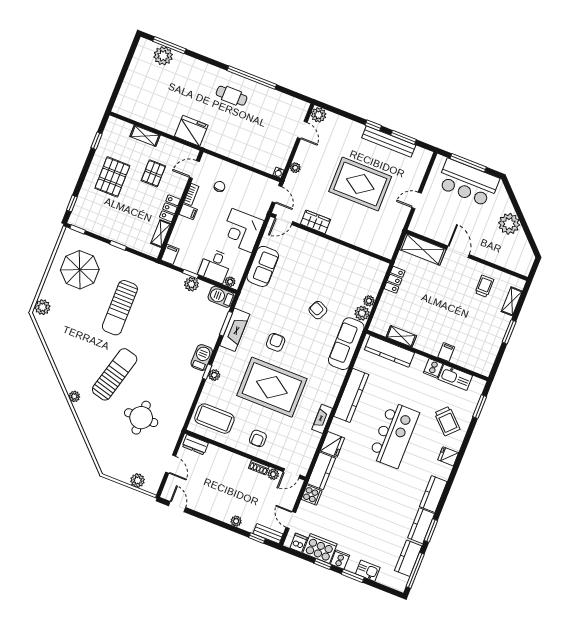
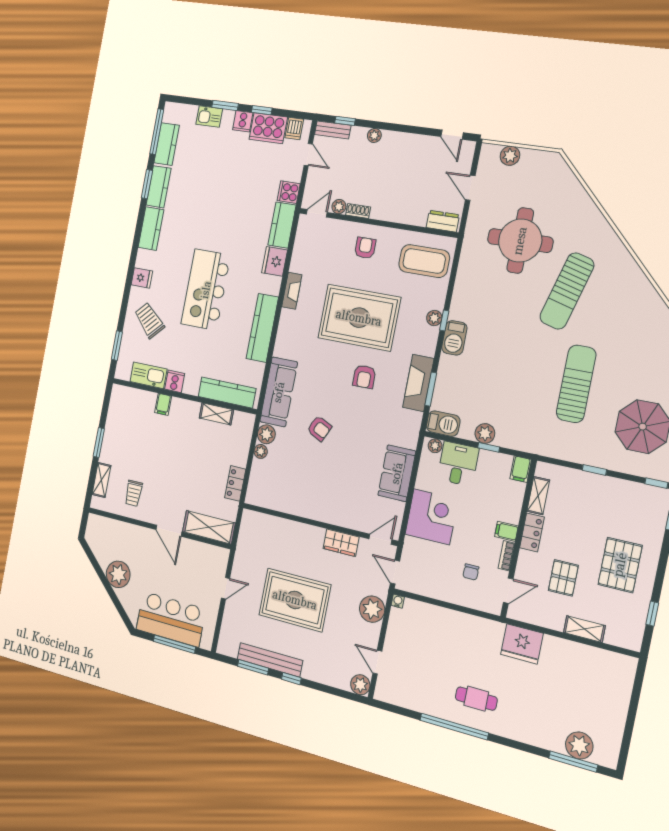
plant: (295, 168) -> (372, 609), width x1.88, depth x1.88
plant: (74, 396) -> (618, 249), removed
round table: (141, 418) -> (520, 241), width x1.36, depth x1.36

